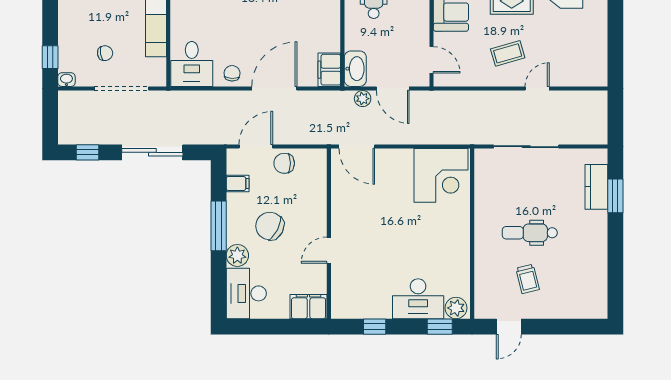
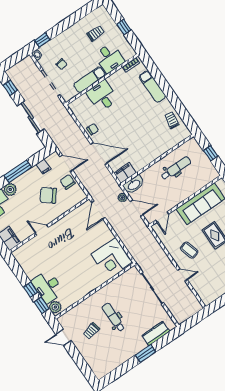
desk: (192, 64) -> (102, 96), moved, turned 90
door: (393, 88) -> (137, 208), swing flipped
window: (615, 196) -> (146, 353), moved
chair: (270, 226) -> (48, 195), moved, turned -78
window: (375, 327) -> (31, 290), moved

